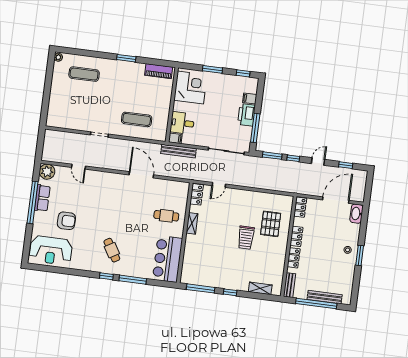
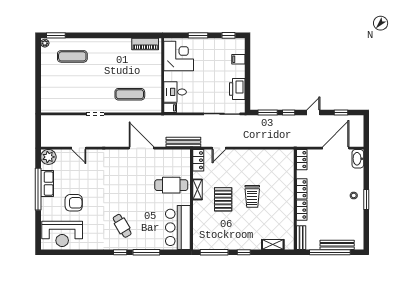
window: (126, 58) -> (56, 35), moved
printer: (247, 115) -> (237, 89), moved
window: (255, 128) -> (247, 87), removed
bench: (179, 151) -> (183, 142), moved
cafe table: (166, 216) -> (171, 185), width x1.37, depth x1.35
pallet: (271, 224) -> (223, 199), moved

